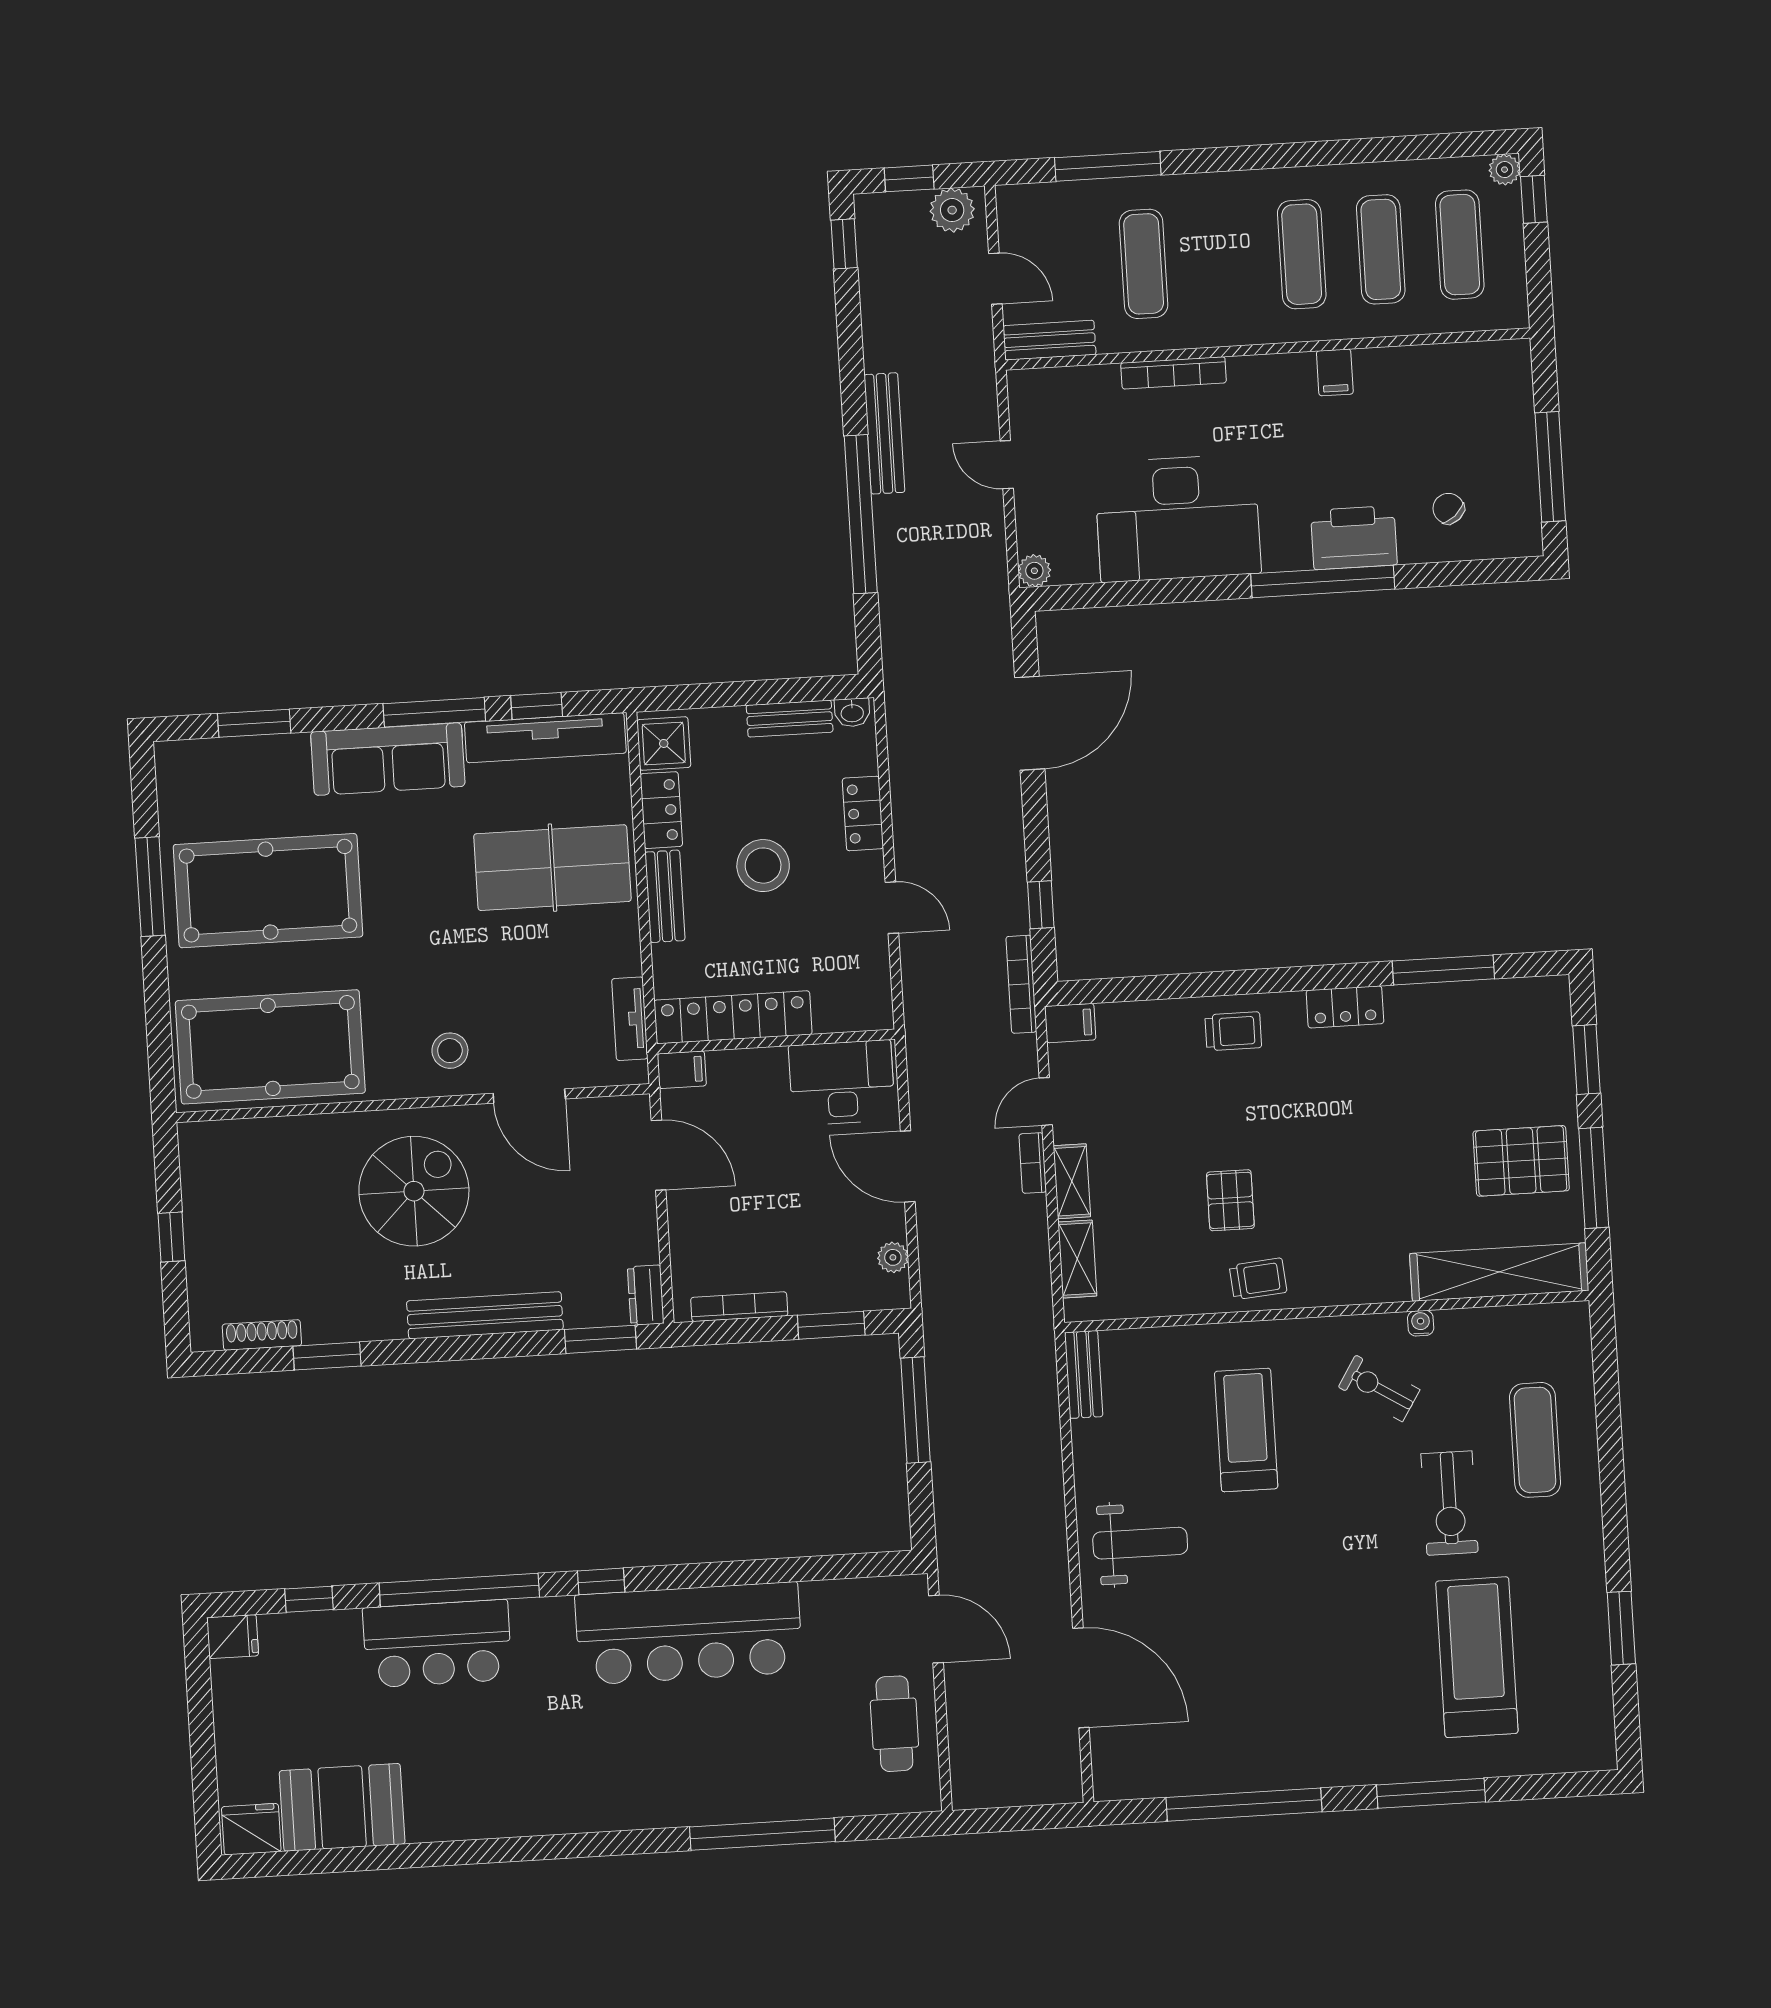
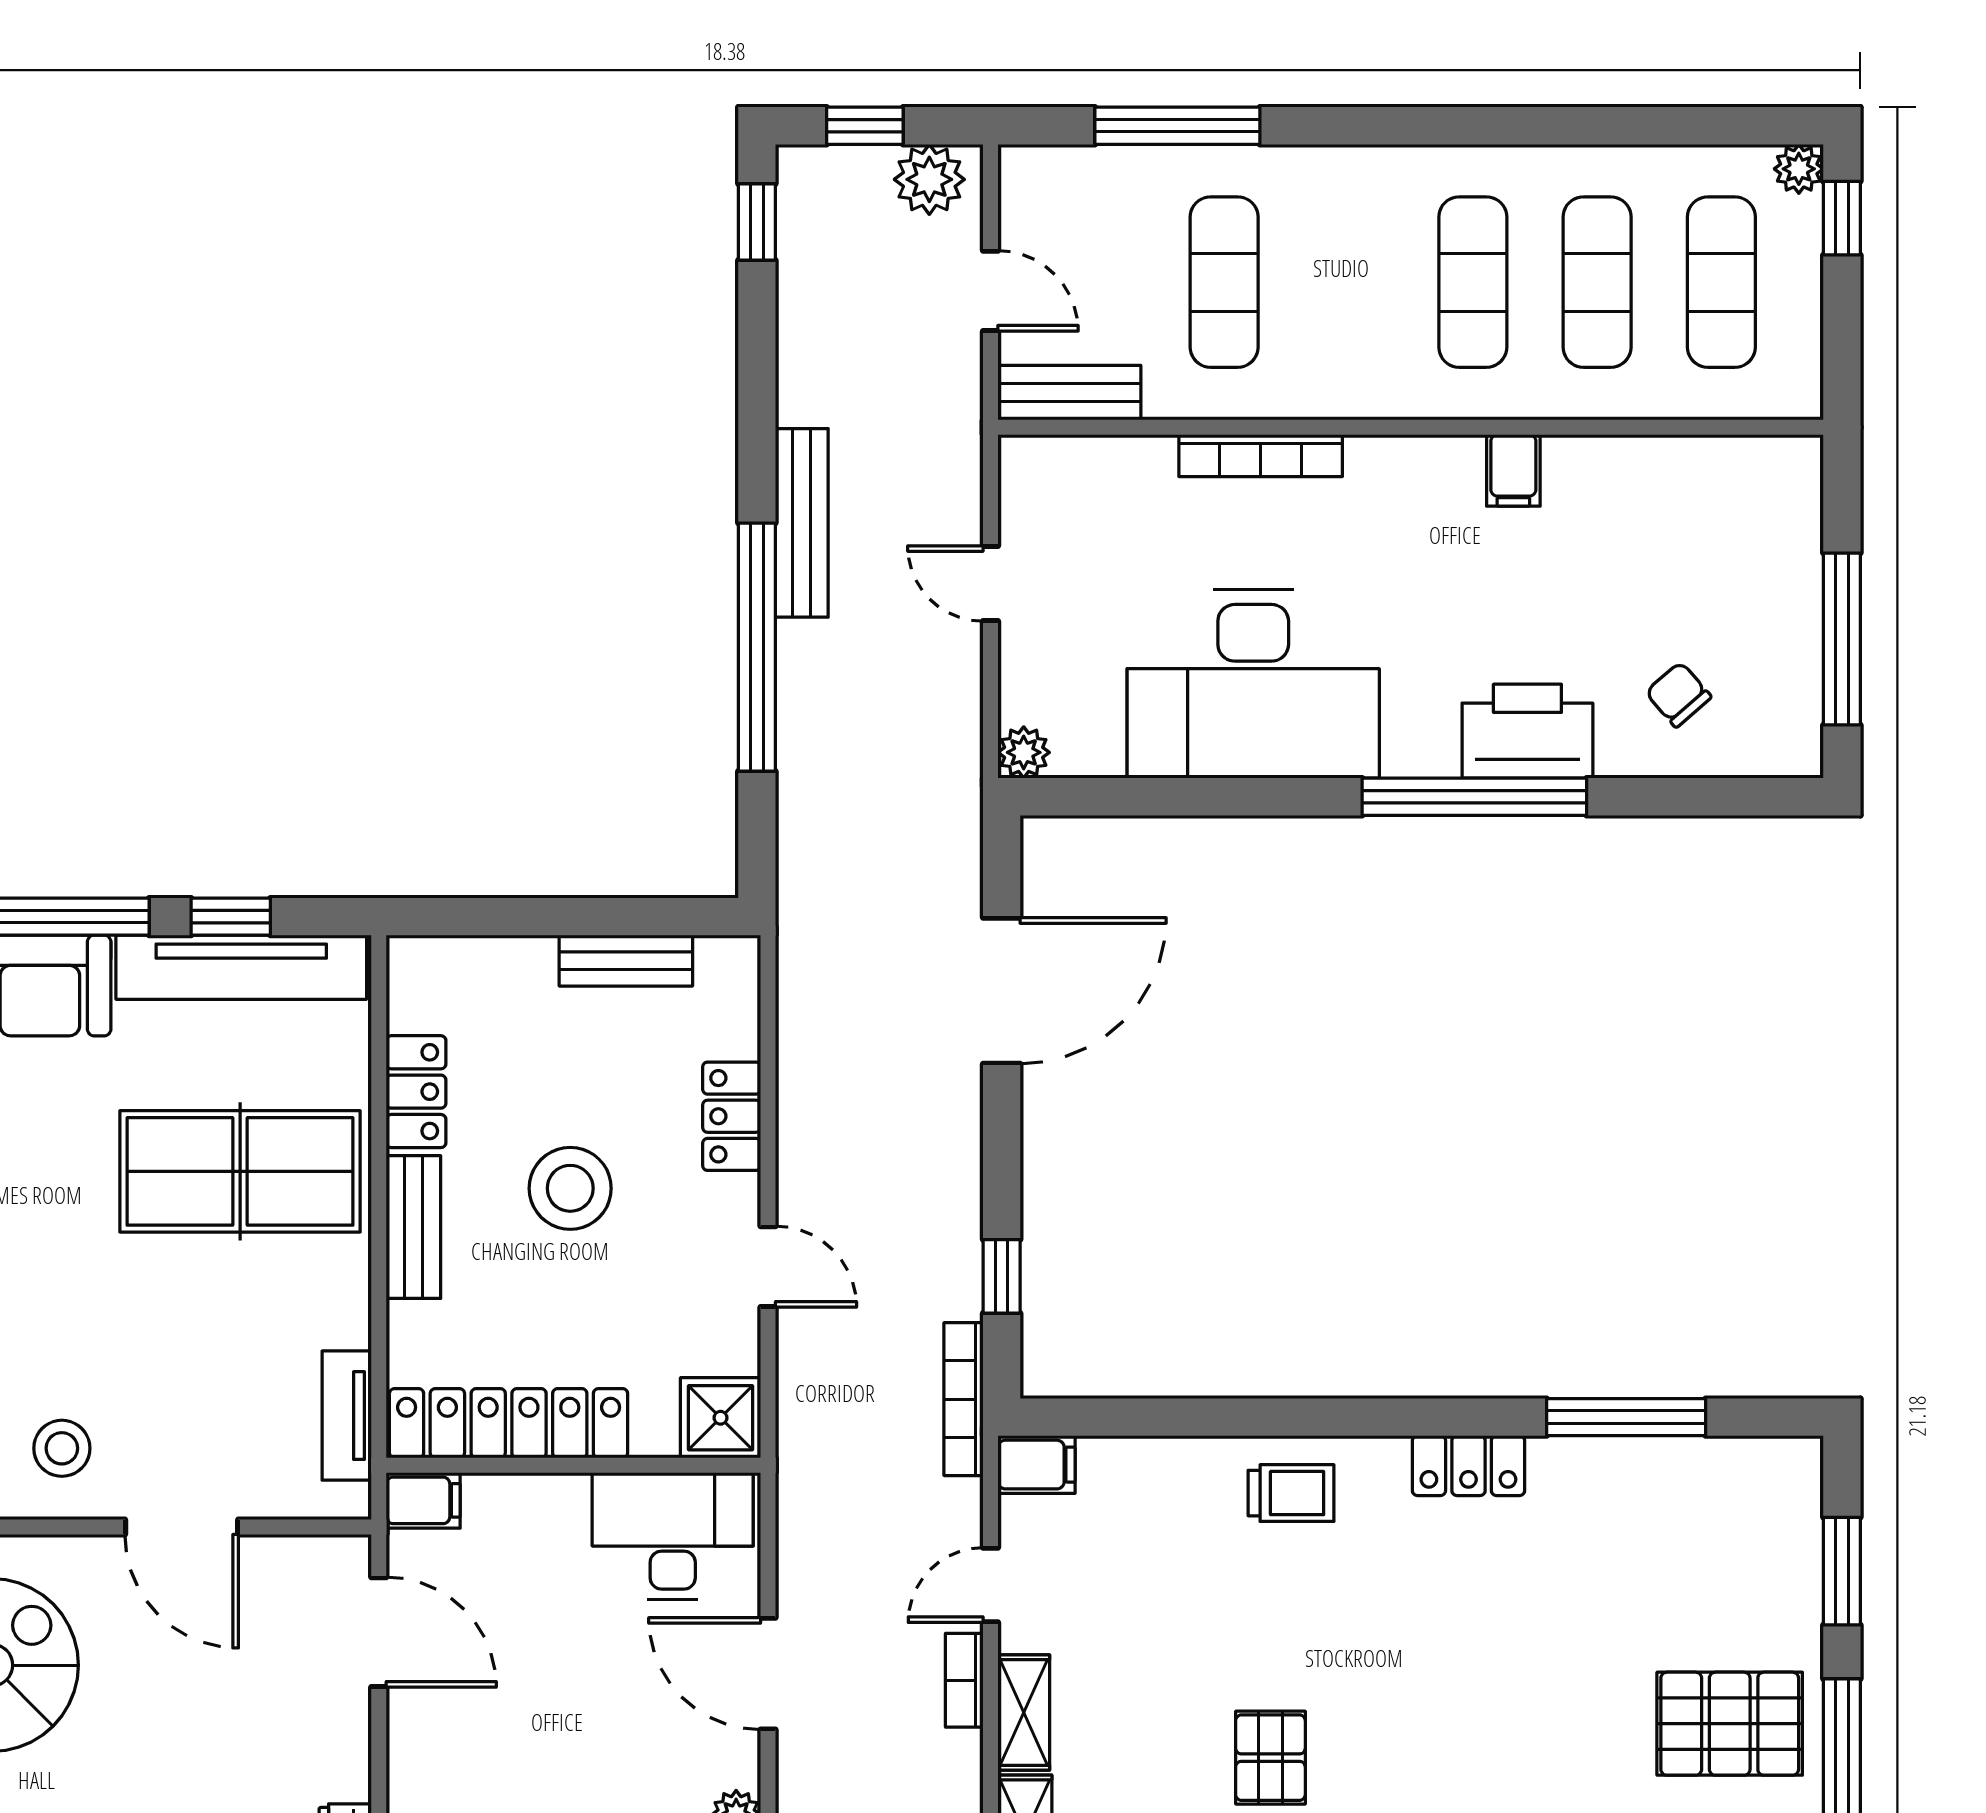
washbasin: (852, 712) -> (725, 957), removed
shower: (664, 743) -> (721, 1418), moved

